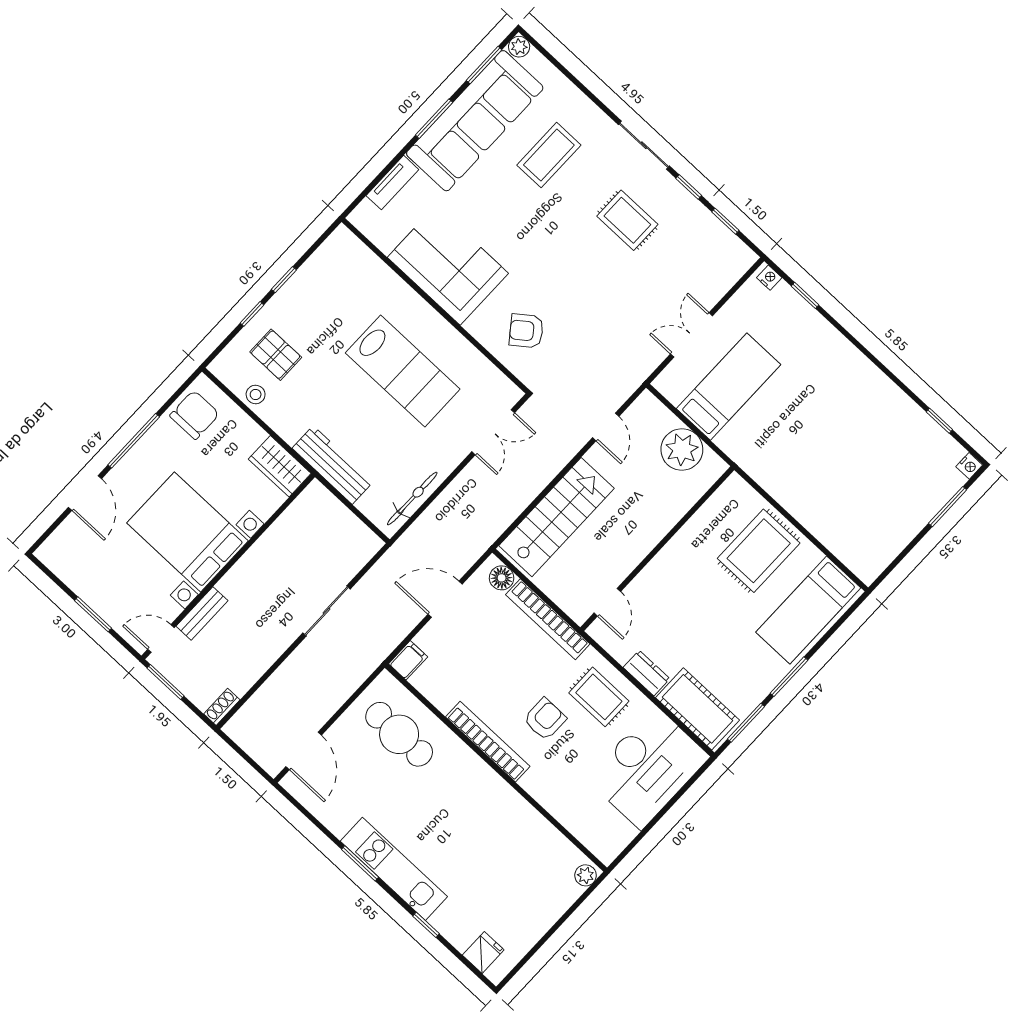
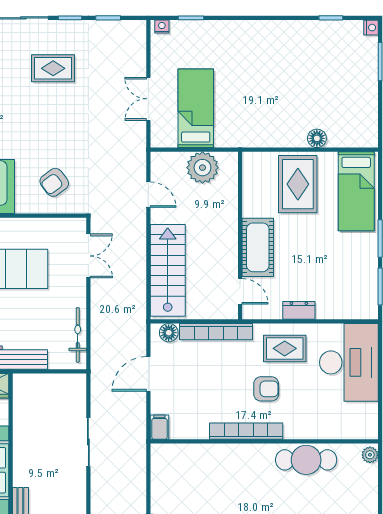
floor lamp: (818, 524) -> (317, 138), added
cot: (698, 709) -> (258, 247), moved, turned 90
armchair: (545, 719) -> (266, 389), turned 90
cafe table: (399, 734) -> (306, 460), moved

